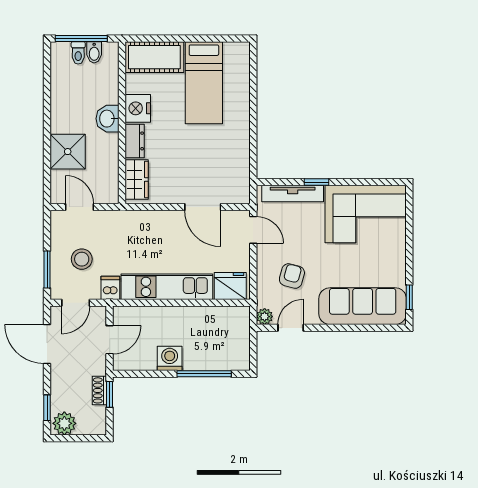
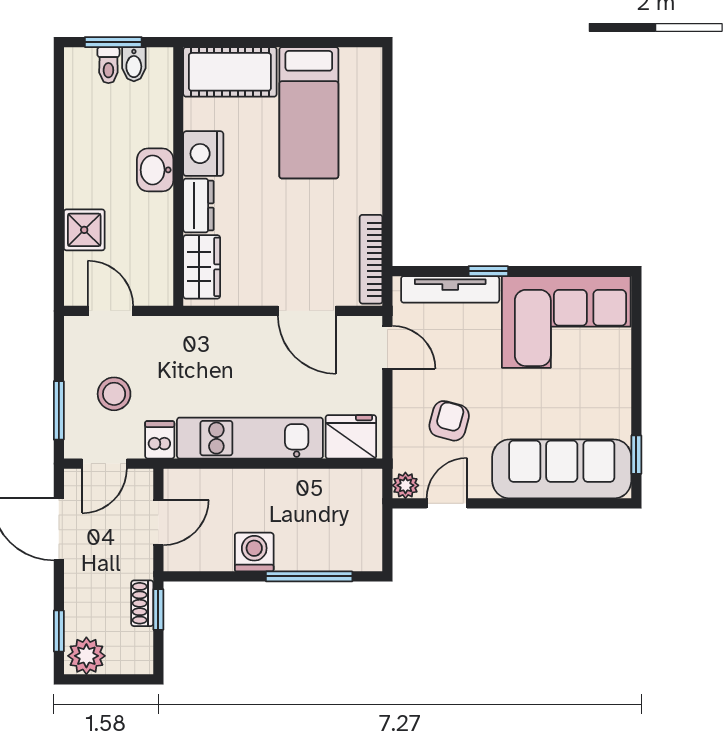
window: (81, 38) -> (113, 42), width x0.69
shower: (68, 152) -> (84, 230), width x0.73, depth x0.73
bookcase: (243, 175) -> (371, 259), added

